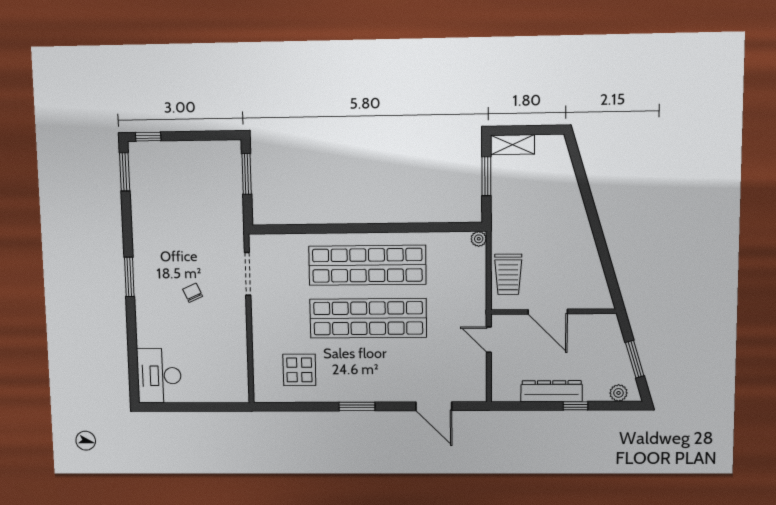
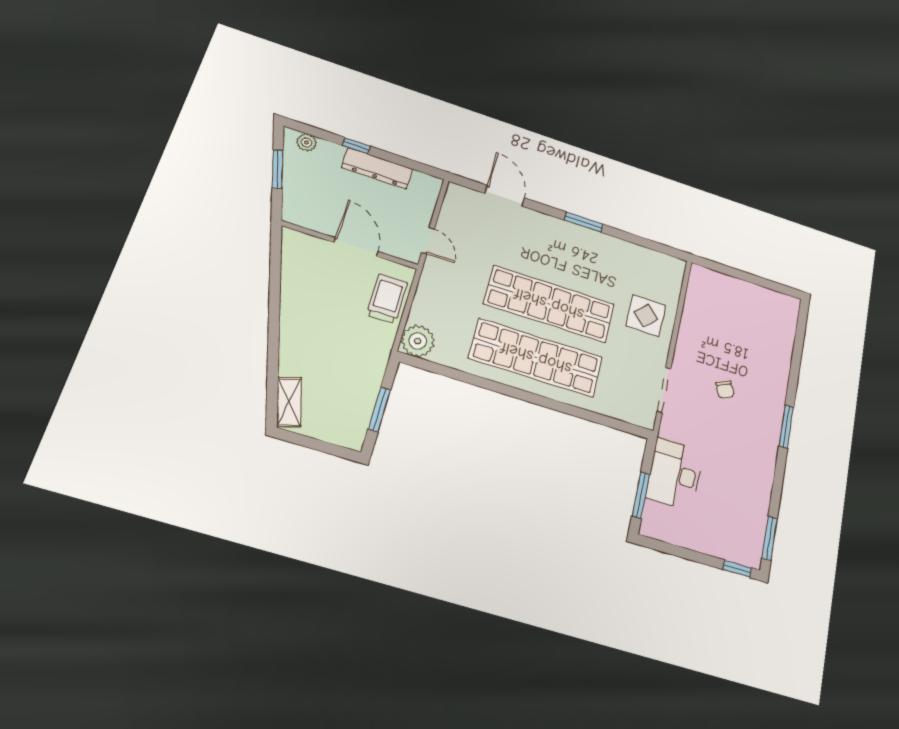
shelving: (512, 145) -> (289, 402), moved, turned 73
plant: (479, 239) -> (418, 341), width x1.87, depth x1.87
display table: (299, 370) -> (646, 316), moved
desk: (159, 376) -> (675, 474), moved, turned 180

